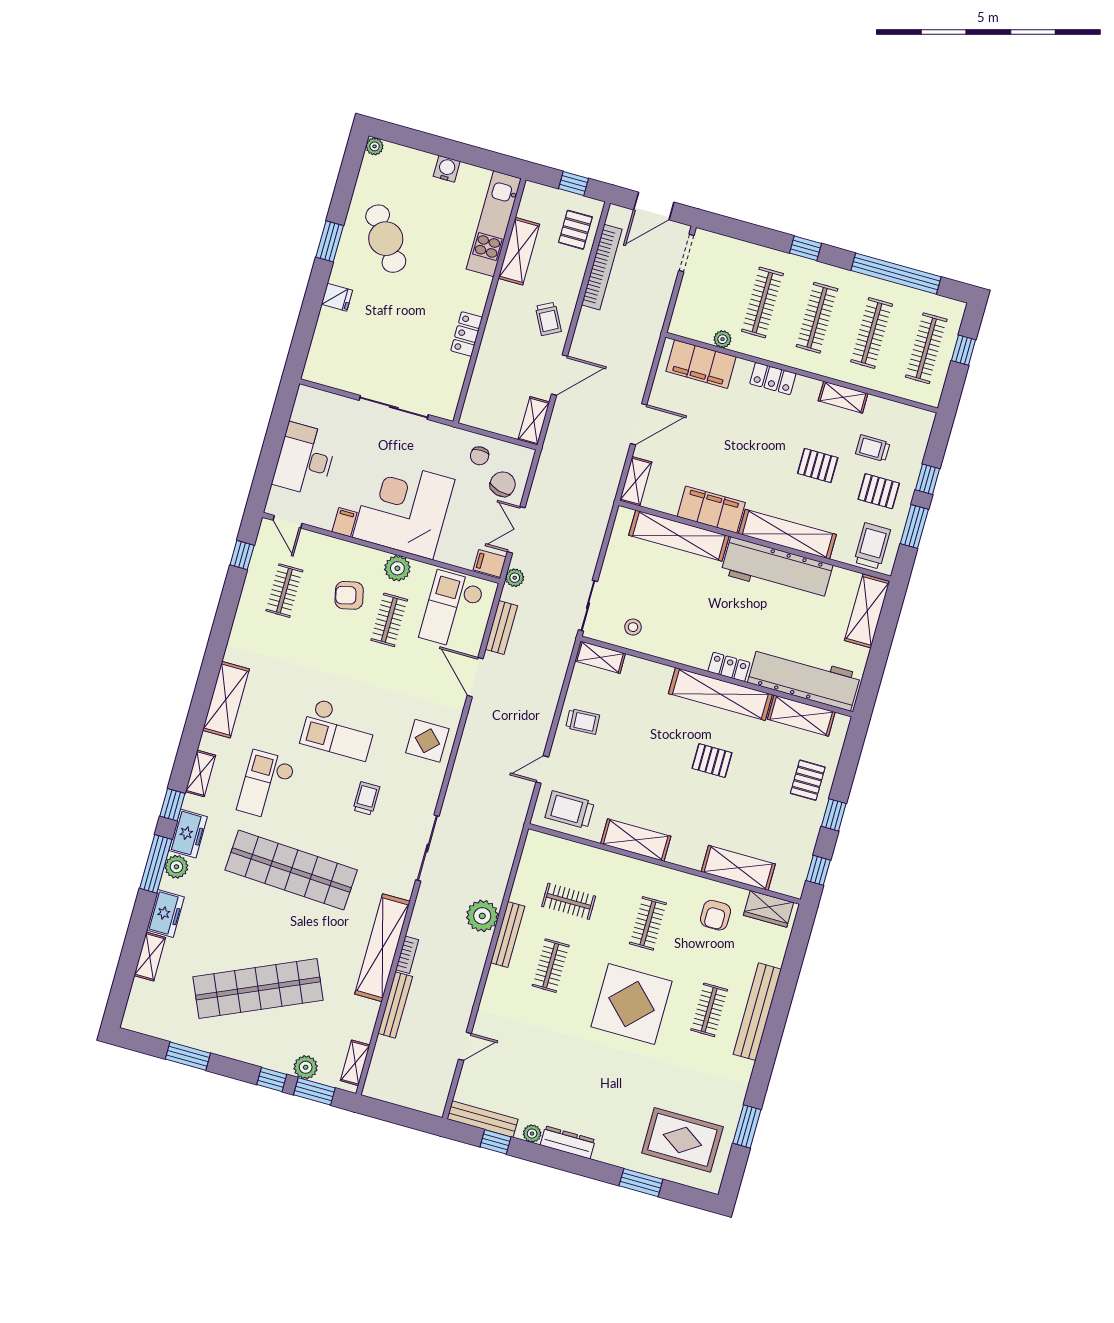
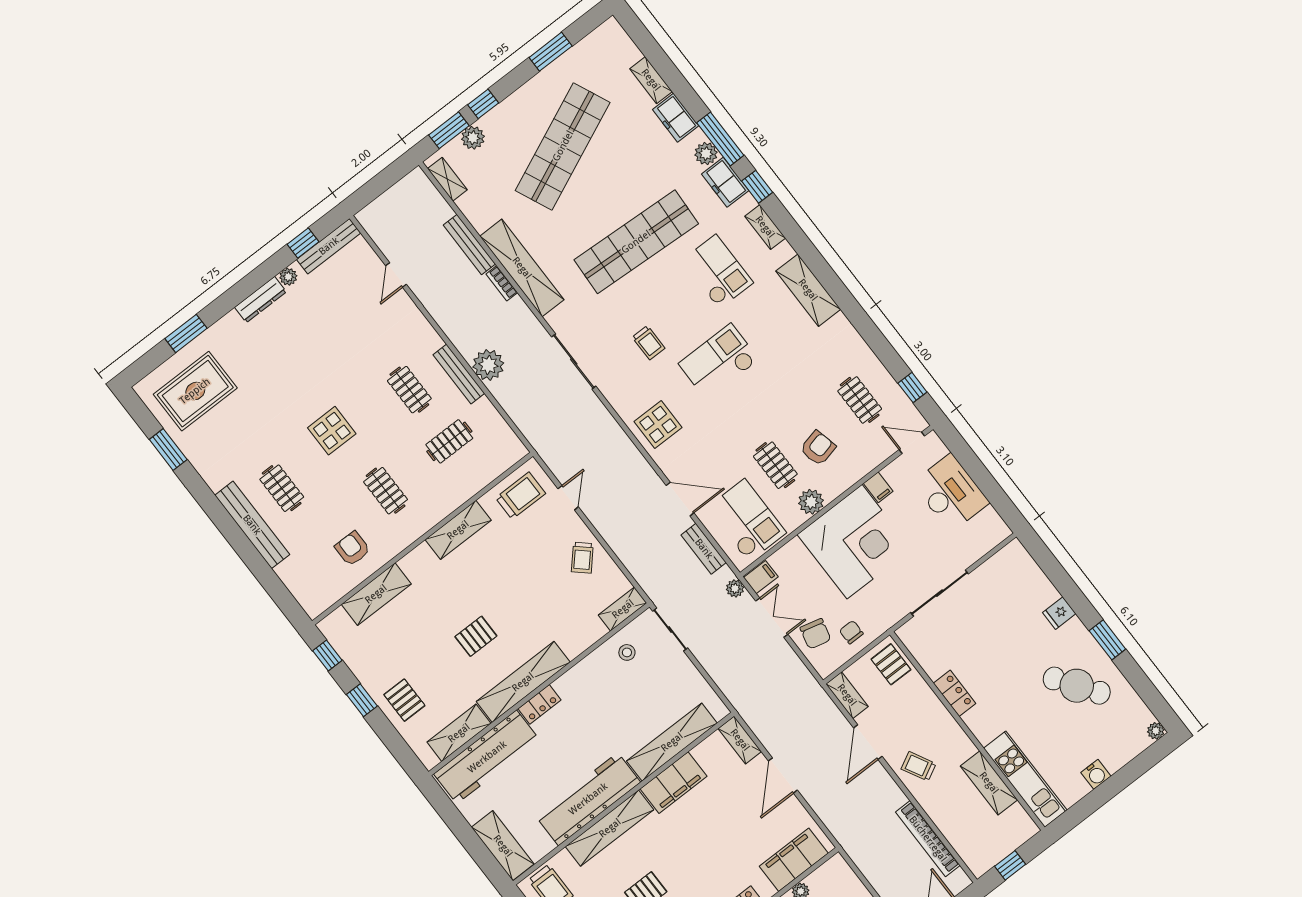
pallet: (575, 230) -> (891, 664), moved
trolley: (583, 721) -> (582, 558), turned -45
wardrobe: (769, 909) -> (326, 594), removed
display table: (632, 1004) -> (332, 431), width x0.54, depth x0.54

